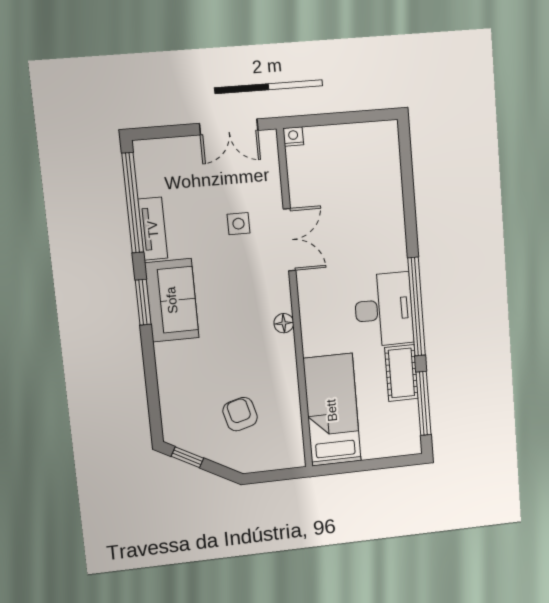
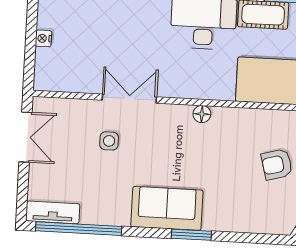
nightstand: (293, 137) -> (43, 38), moved
tv unit: (153, 229) -> (53, 212), moved
window: (143, 302) -> (191, 235), moved

